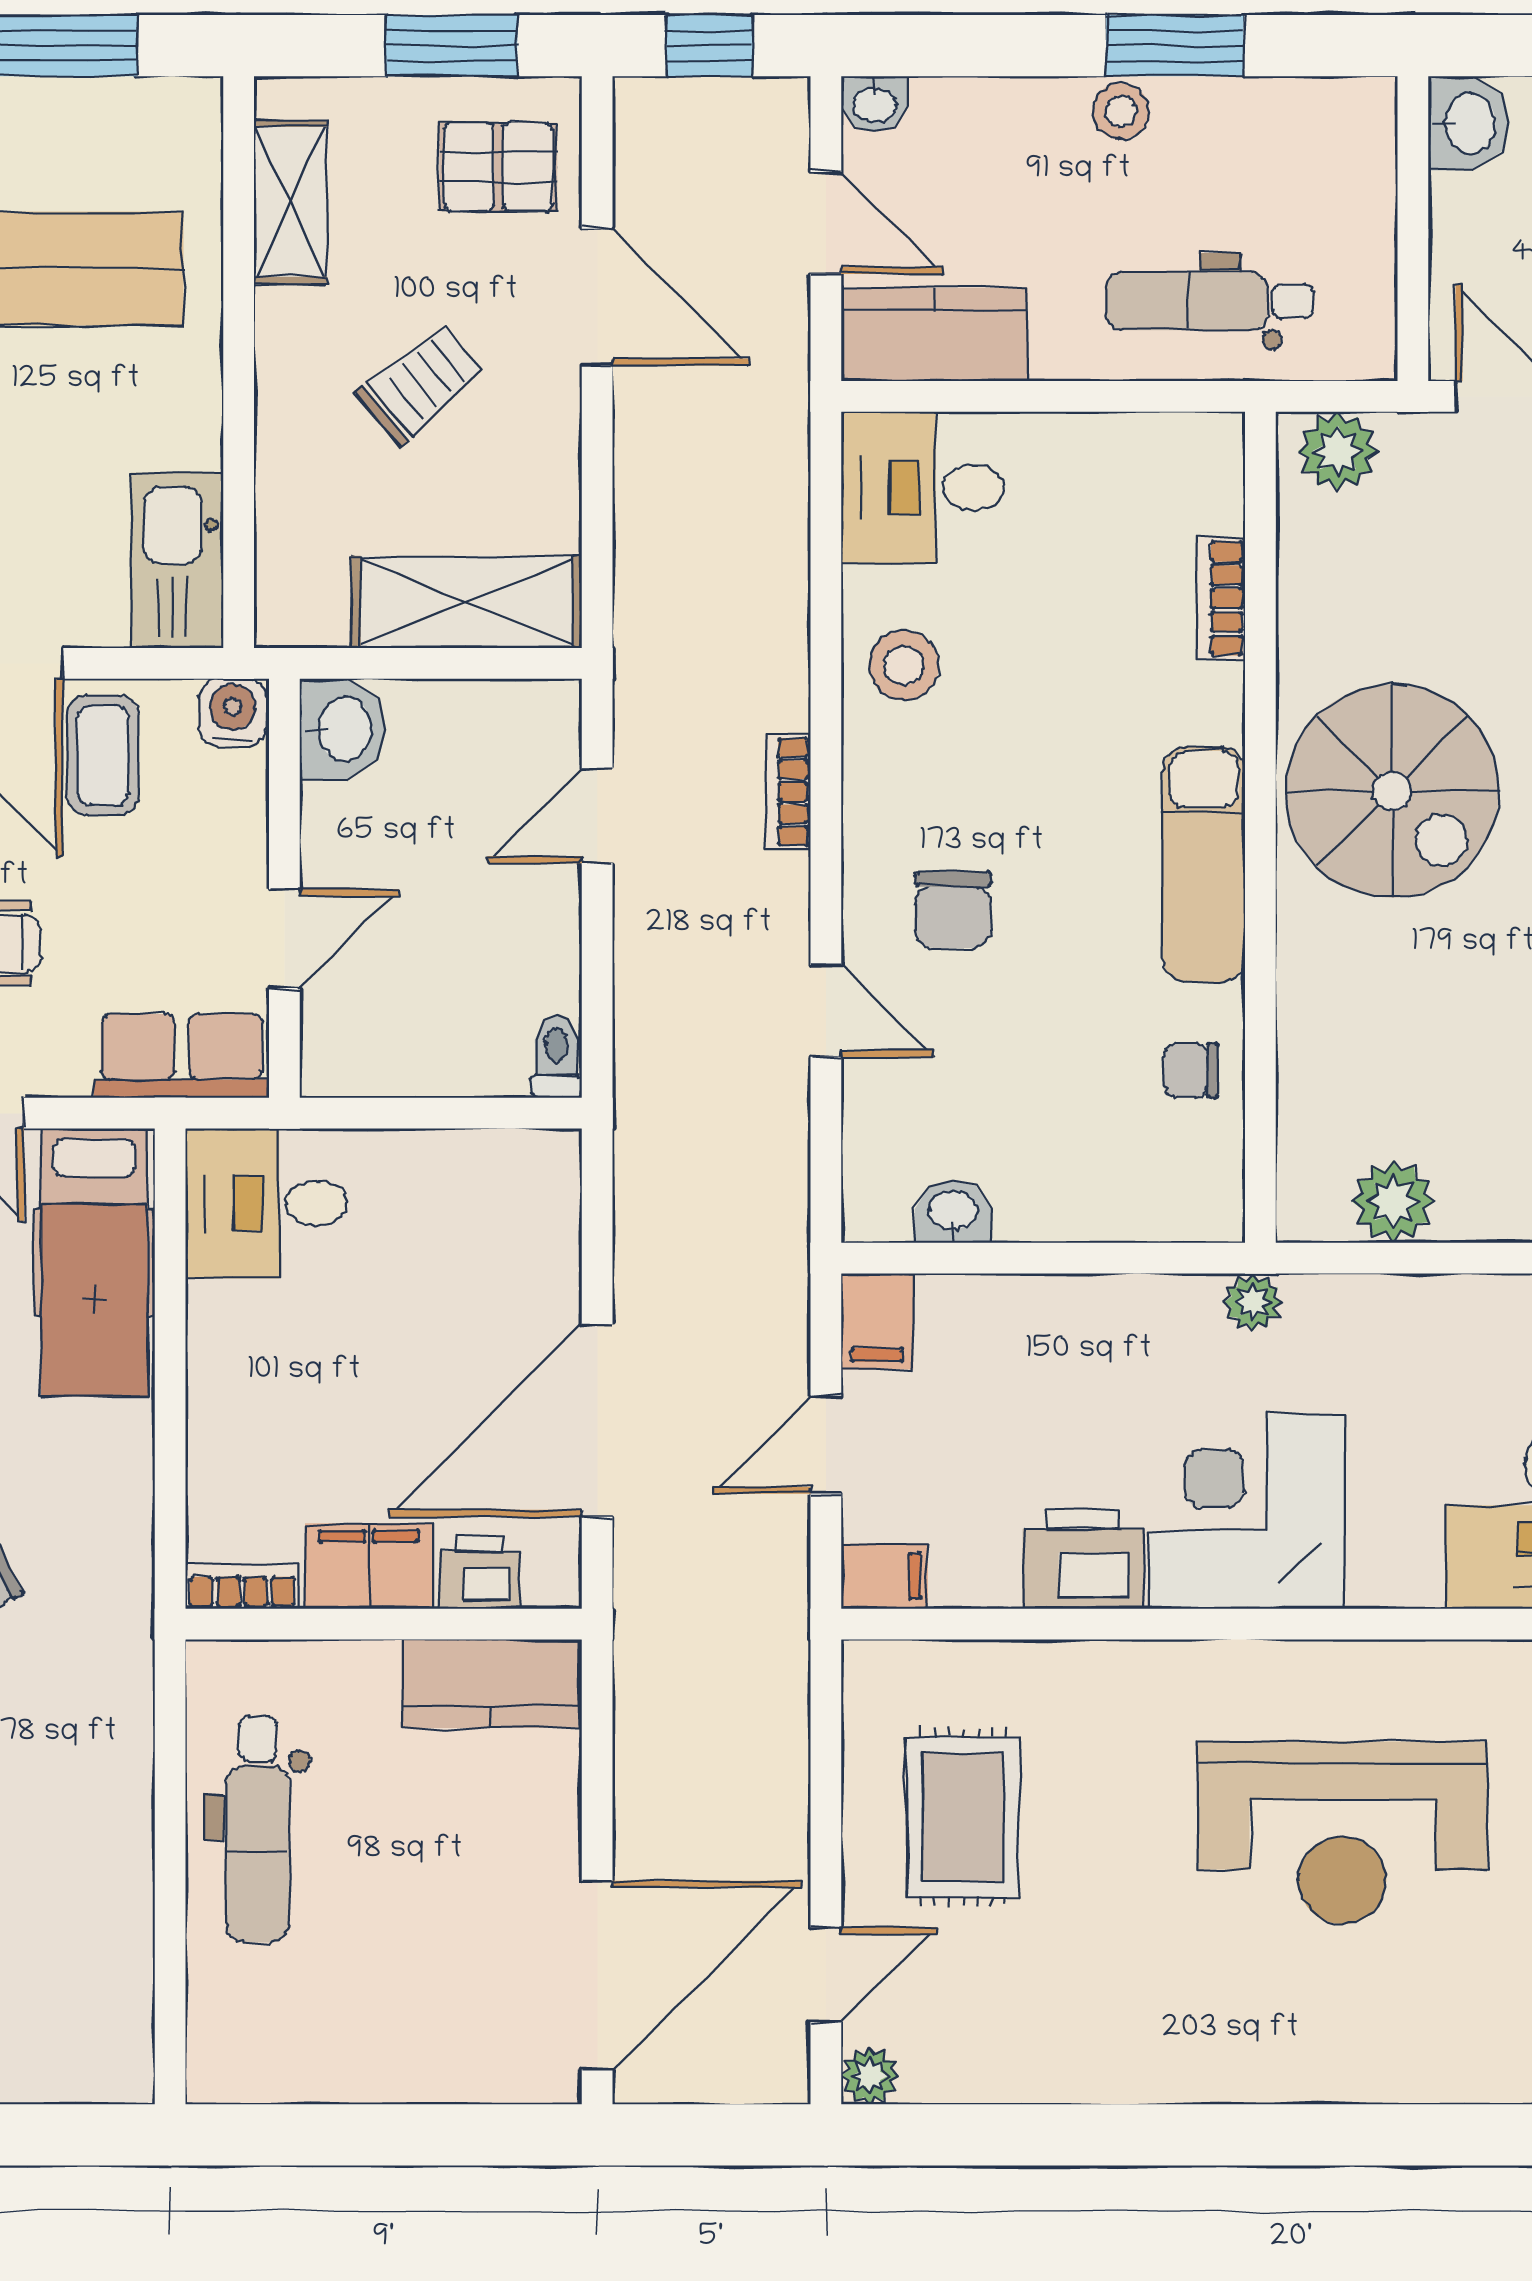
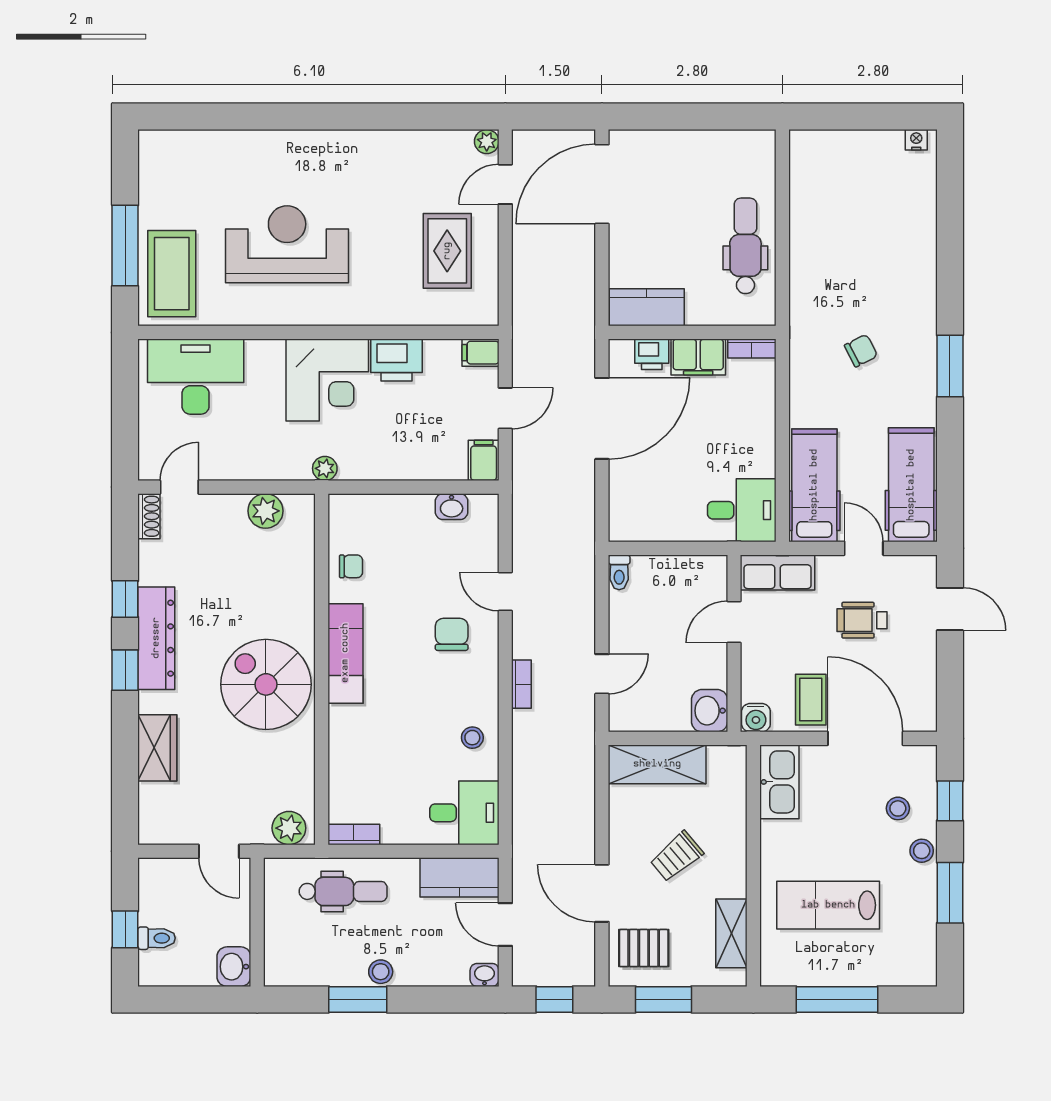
bookcase: (1221, 599) -> (354, 834), moved, turned -90
stool: (904, 665) -> (472, 738), width x0.73, depth x0.73

